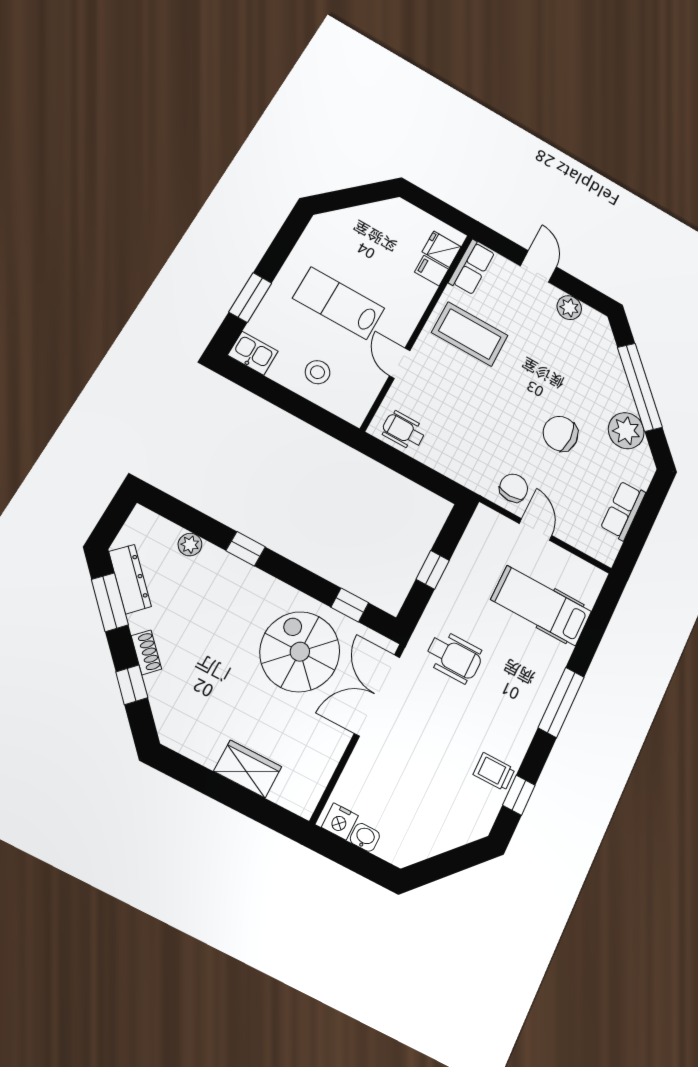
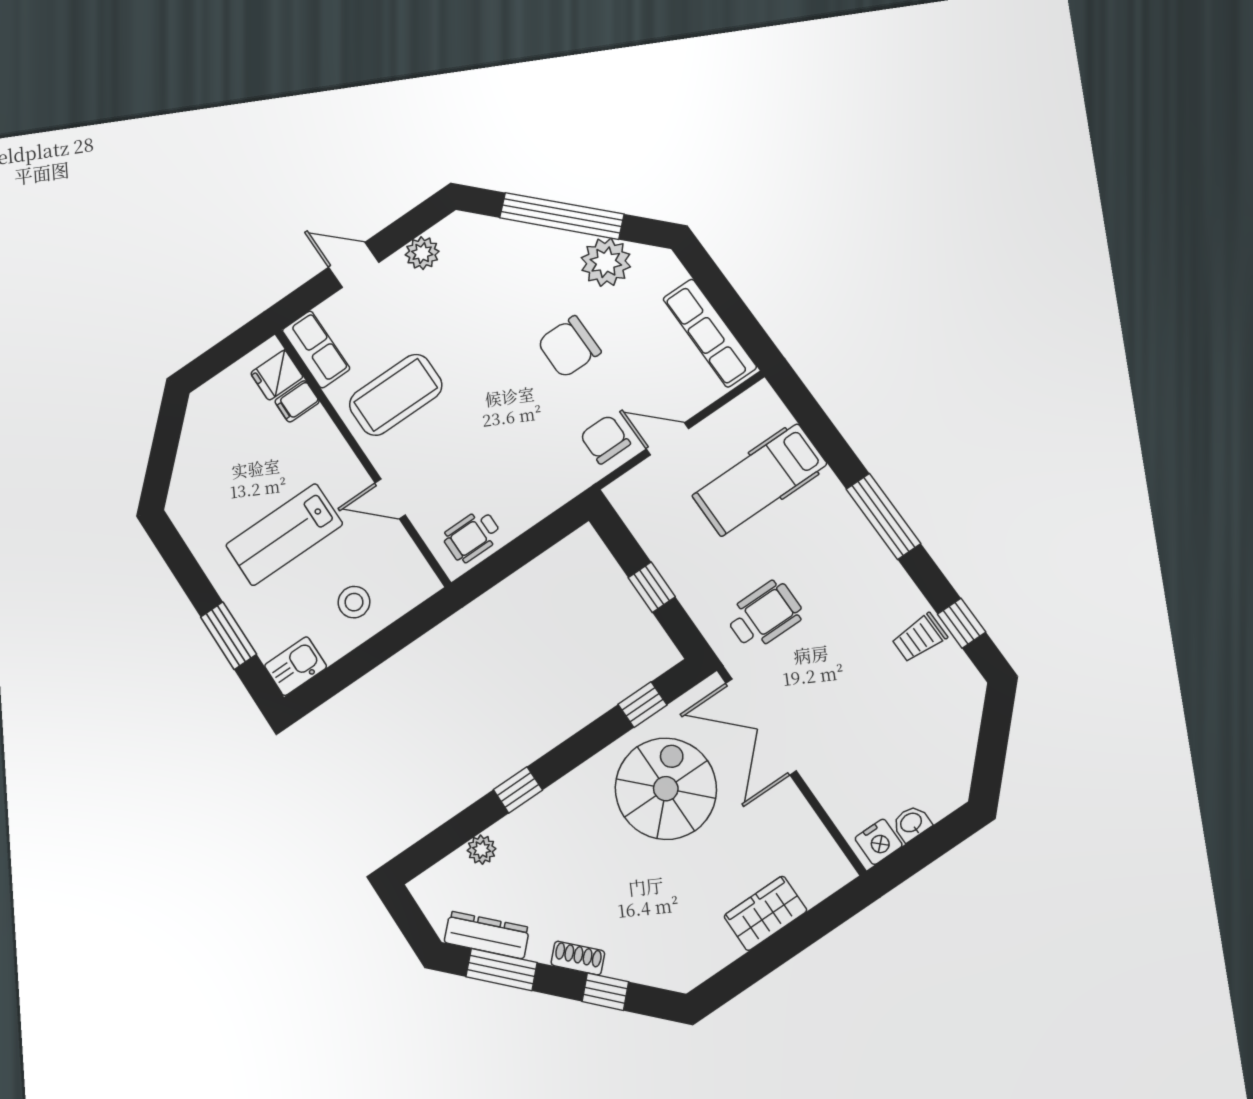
row of seats: (623, 510) -> (710, 333), width x1.48
spiral stairs: (300, 652) -> (666, 789), turned 90

